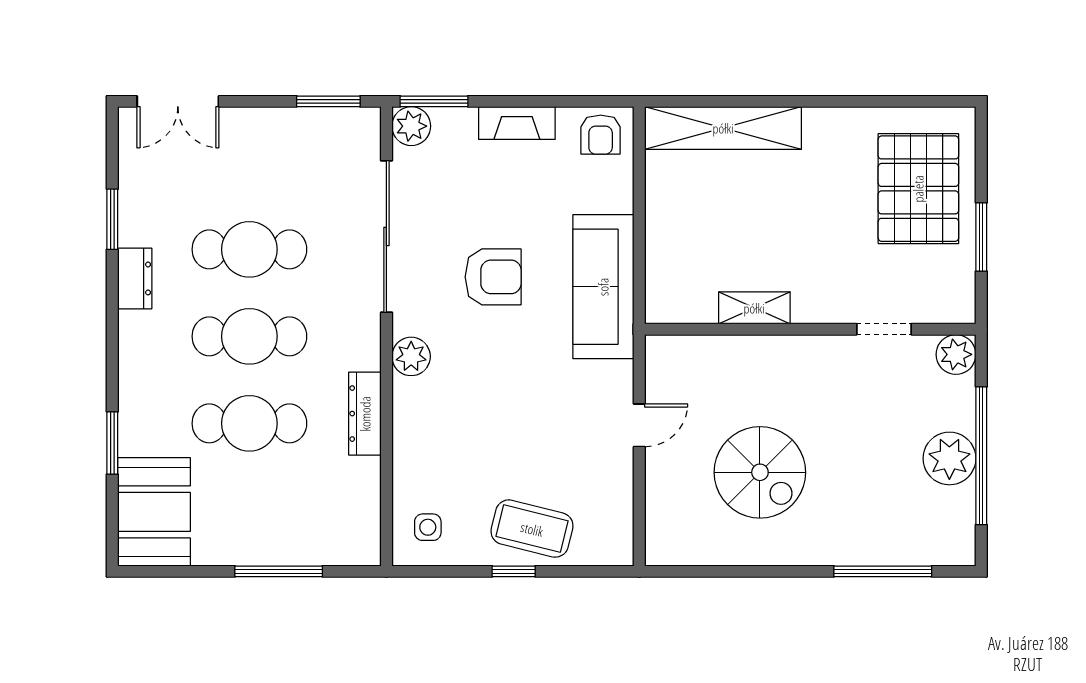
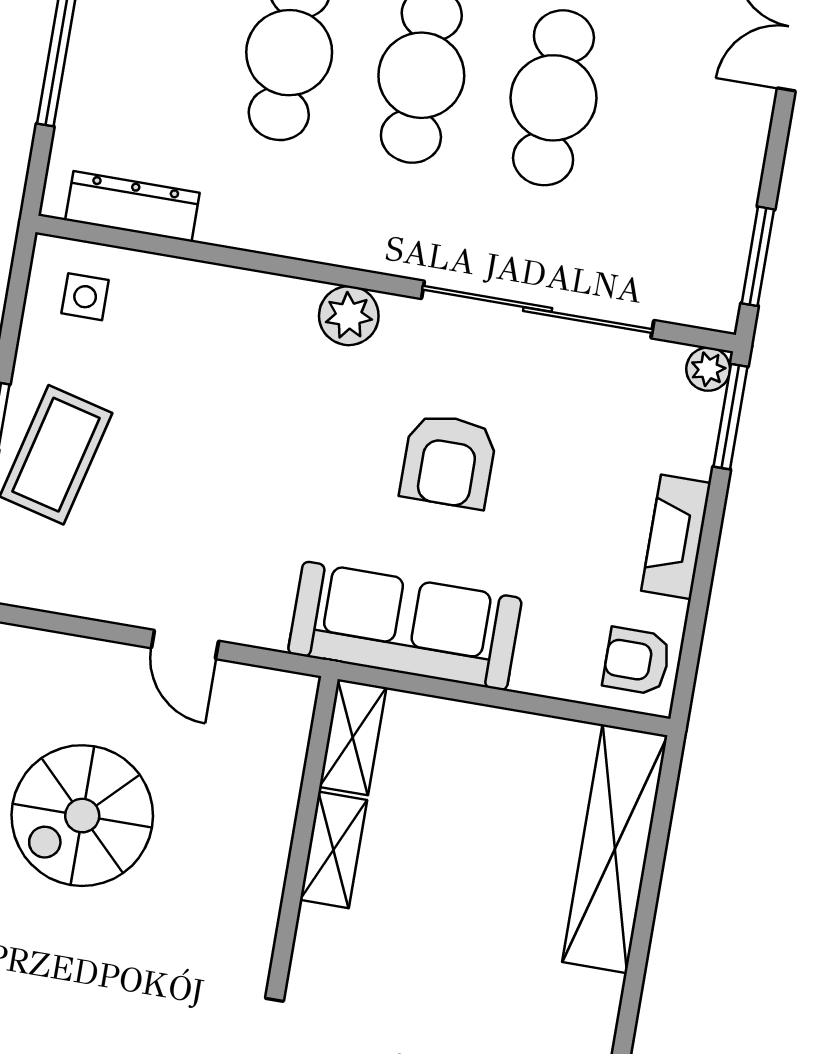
plant: (411, 126) -> (708, 369), width x0.73, depth x0.73
shelving: (680, 308) -> (353, 737), added
dresser: (365, 414) -> (132, 206), moved

